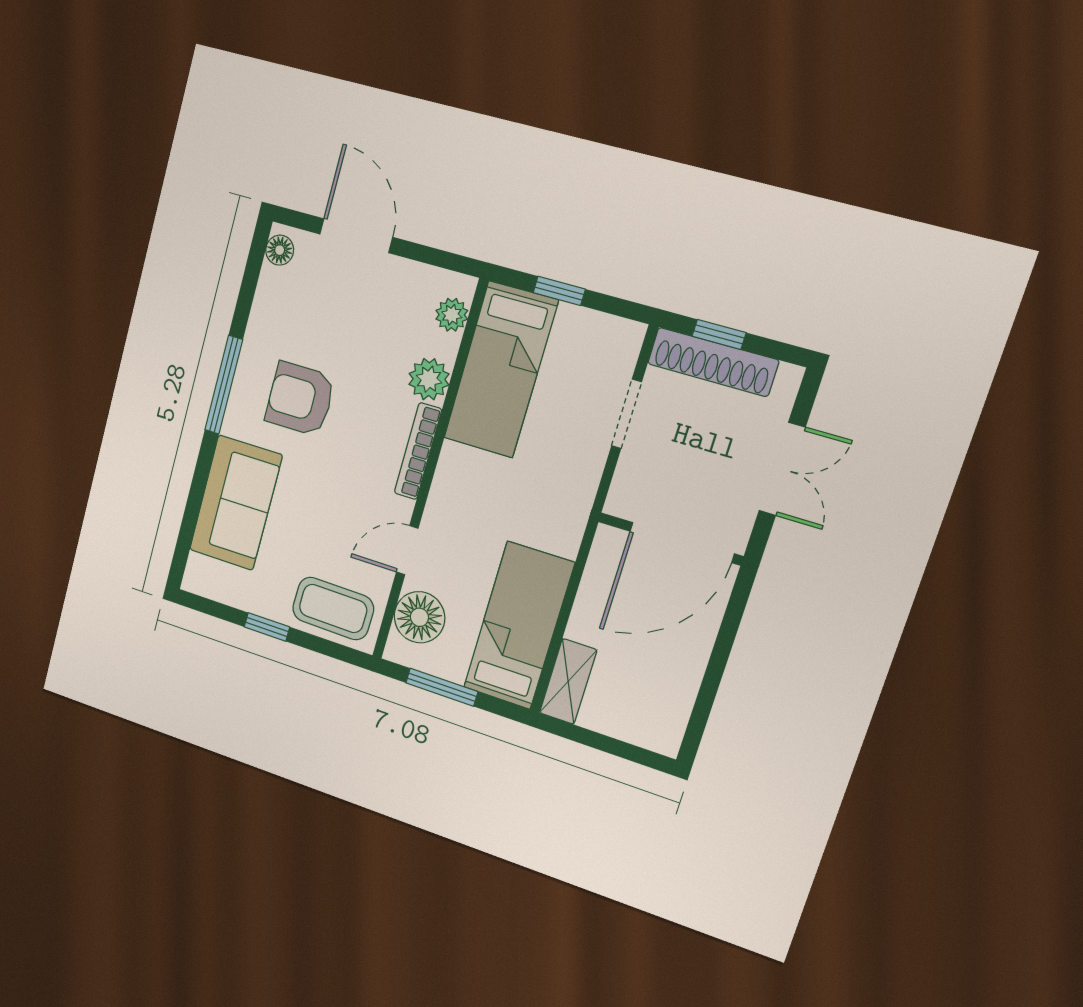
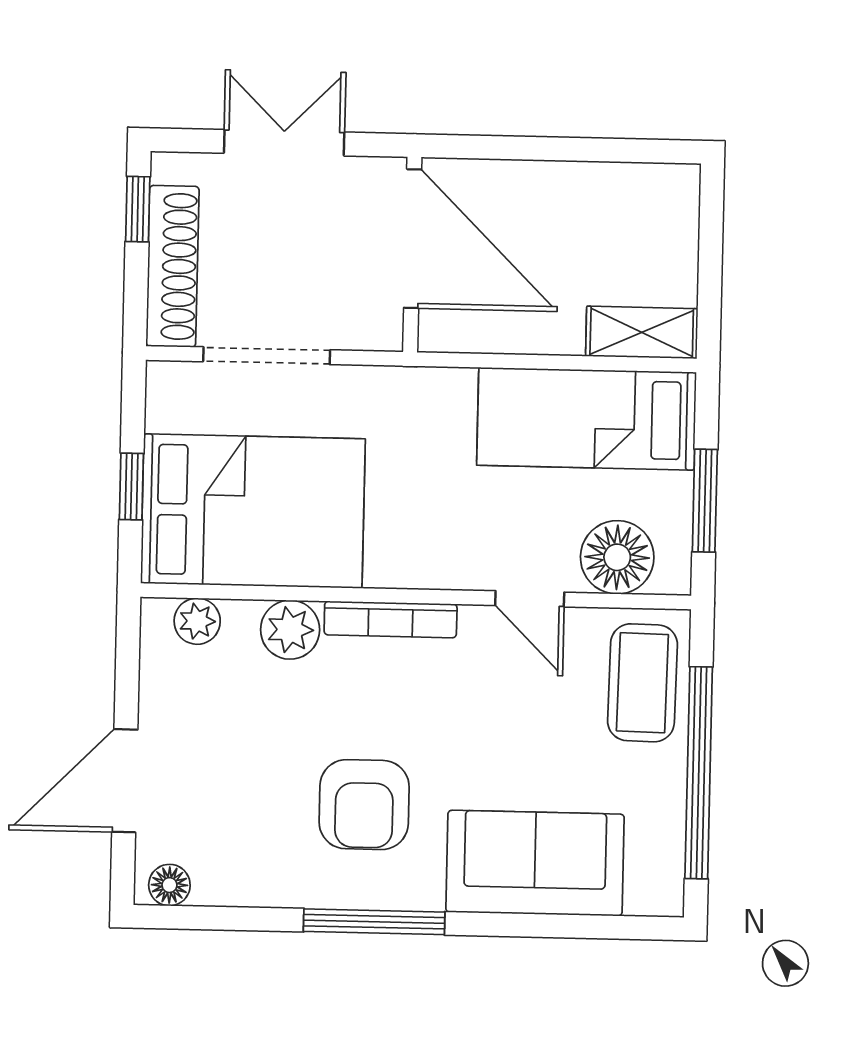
window: (719, 334) -> (138, 209), moved
bed: (501, 370) -> (253, 511), width x1.50
doorway: (627, 414) -> (267, 356), width x1.38
window: (267, 627) -> (699, 773), width x3.17

